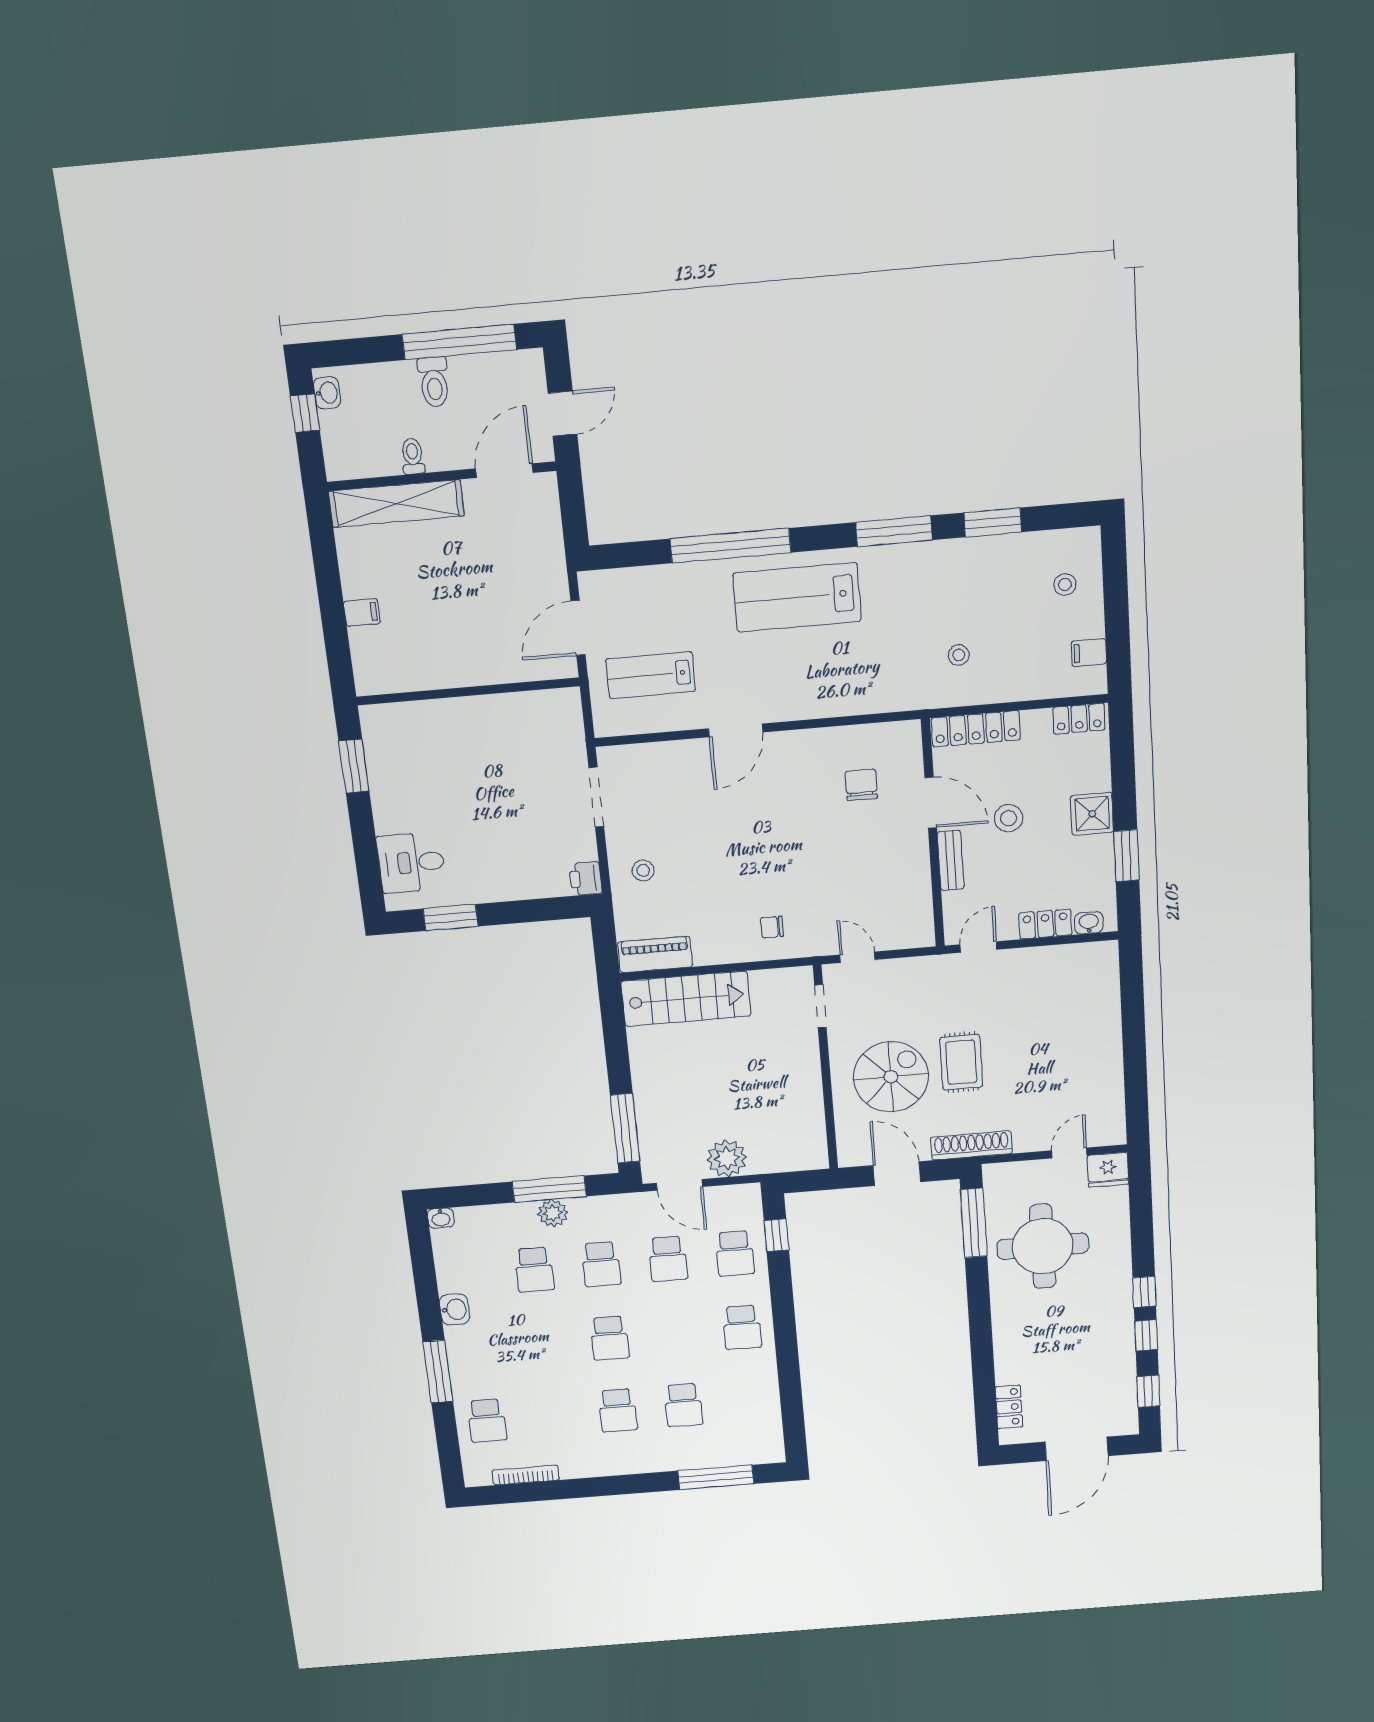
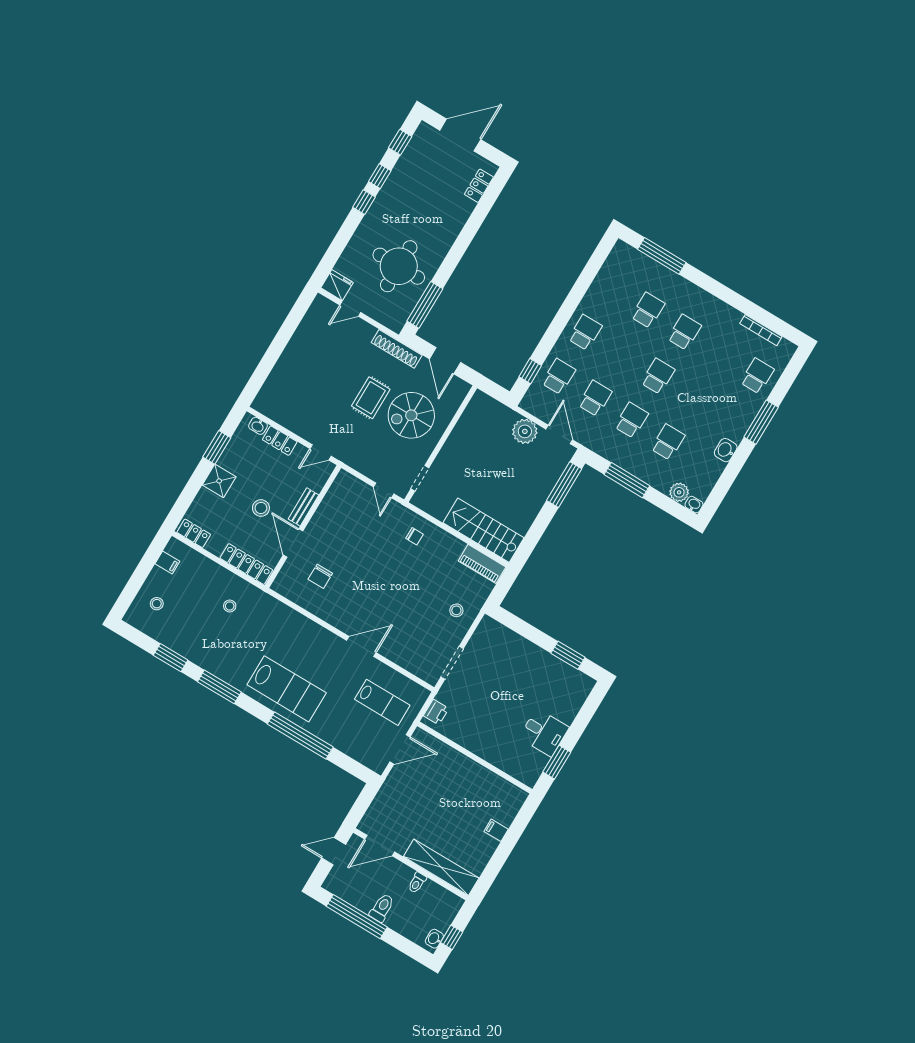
desk: (411, 863) -> (544, 733), moved
printer: (586, 879) -> (436, 712), moved
plant: (553, 1213) -> (679, 492), moved

